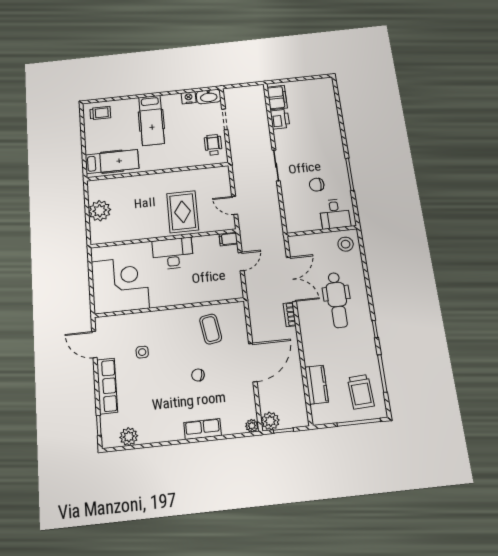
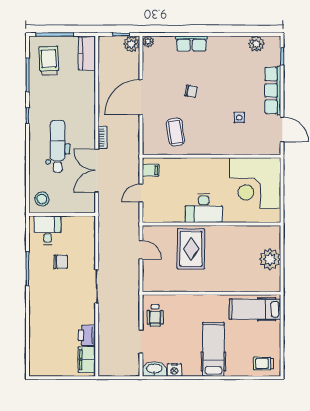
filing cabinet: (228, 239) -> (151, 170), moved
kitchen counter: (316, 385) -> (87, 53), moved

